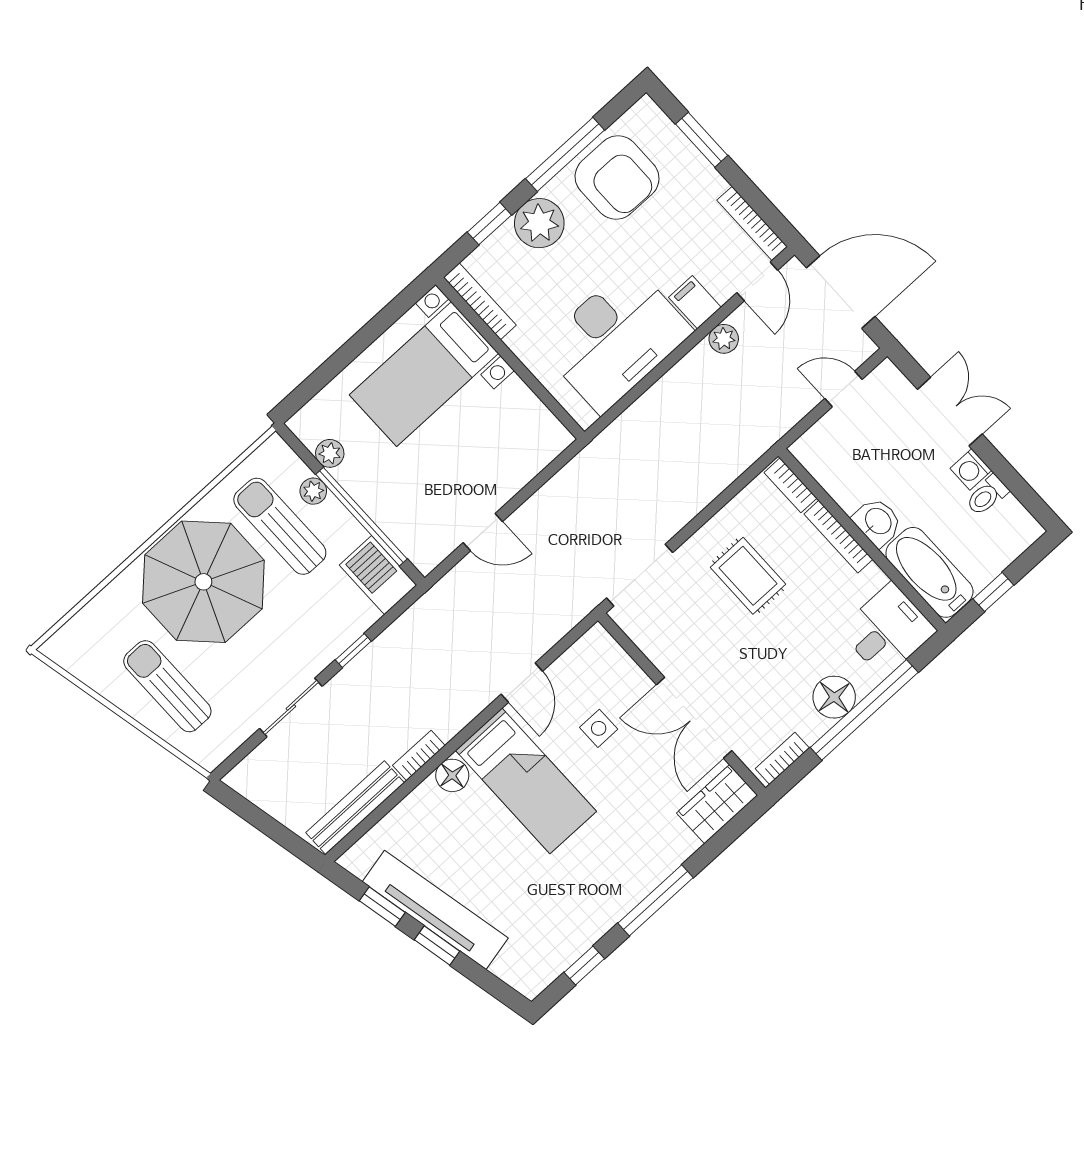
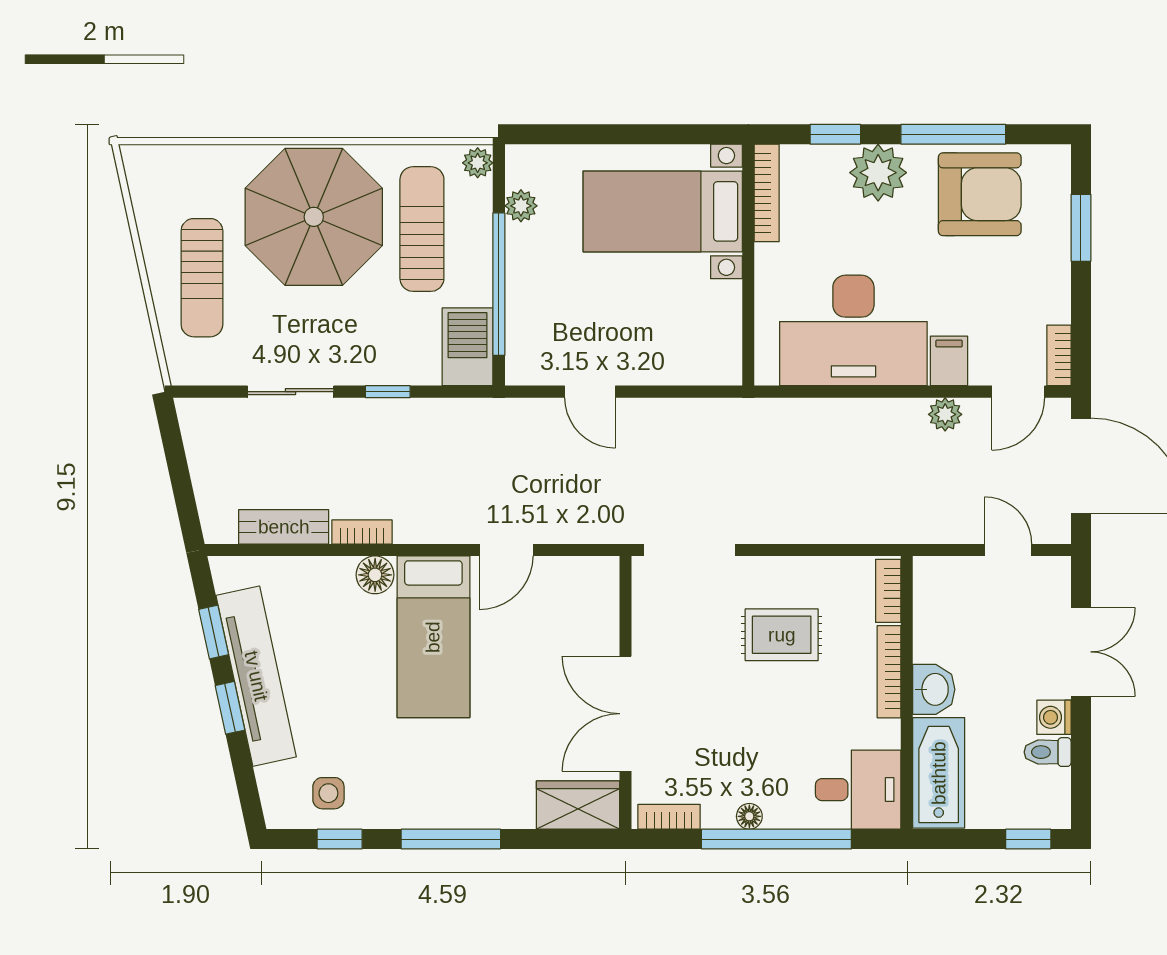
armchair: (617, 178) -> (980, 194), turned -90
bookcase: (752, 223) -> (1059, 355), width x0.64
plant: (313, 491) -> (478, 163), moved
rug: (748, 576) -> (782, 635), turned 90
window: (993, 592) -> (1028, 839), moved
sun lounger: (167, 686) -> (202, 278), turned 180
floor lamp: (834, 697) -> (749, 816), width x0.53, depth x0.53
side table: (599, 728) -> (328, 793), moved
bench: (355, 808) -> (284, 527), width x0.73

